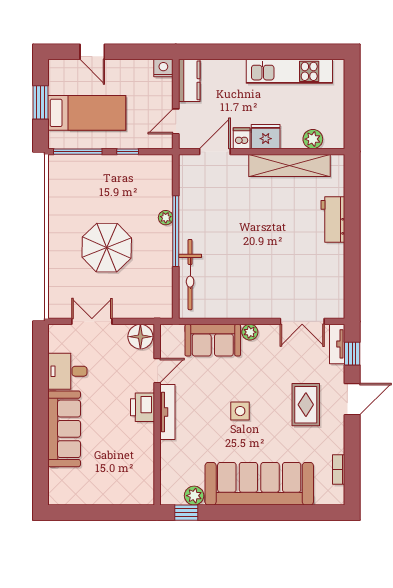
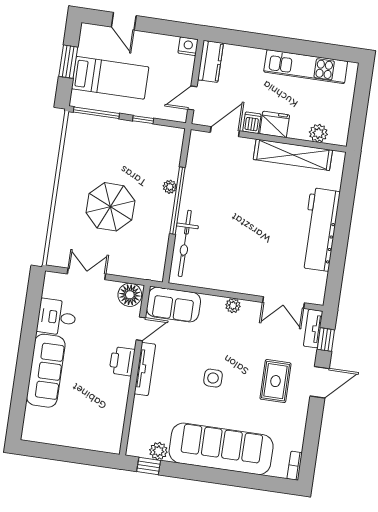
workbench: (333, 219) -> (320, 229), width x1.88, depth x1.32
sofa: (213, 340) -> (174, 305), moved
bookcase: (339, 470) -> (295, 466), moved

